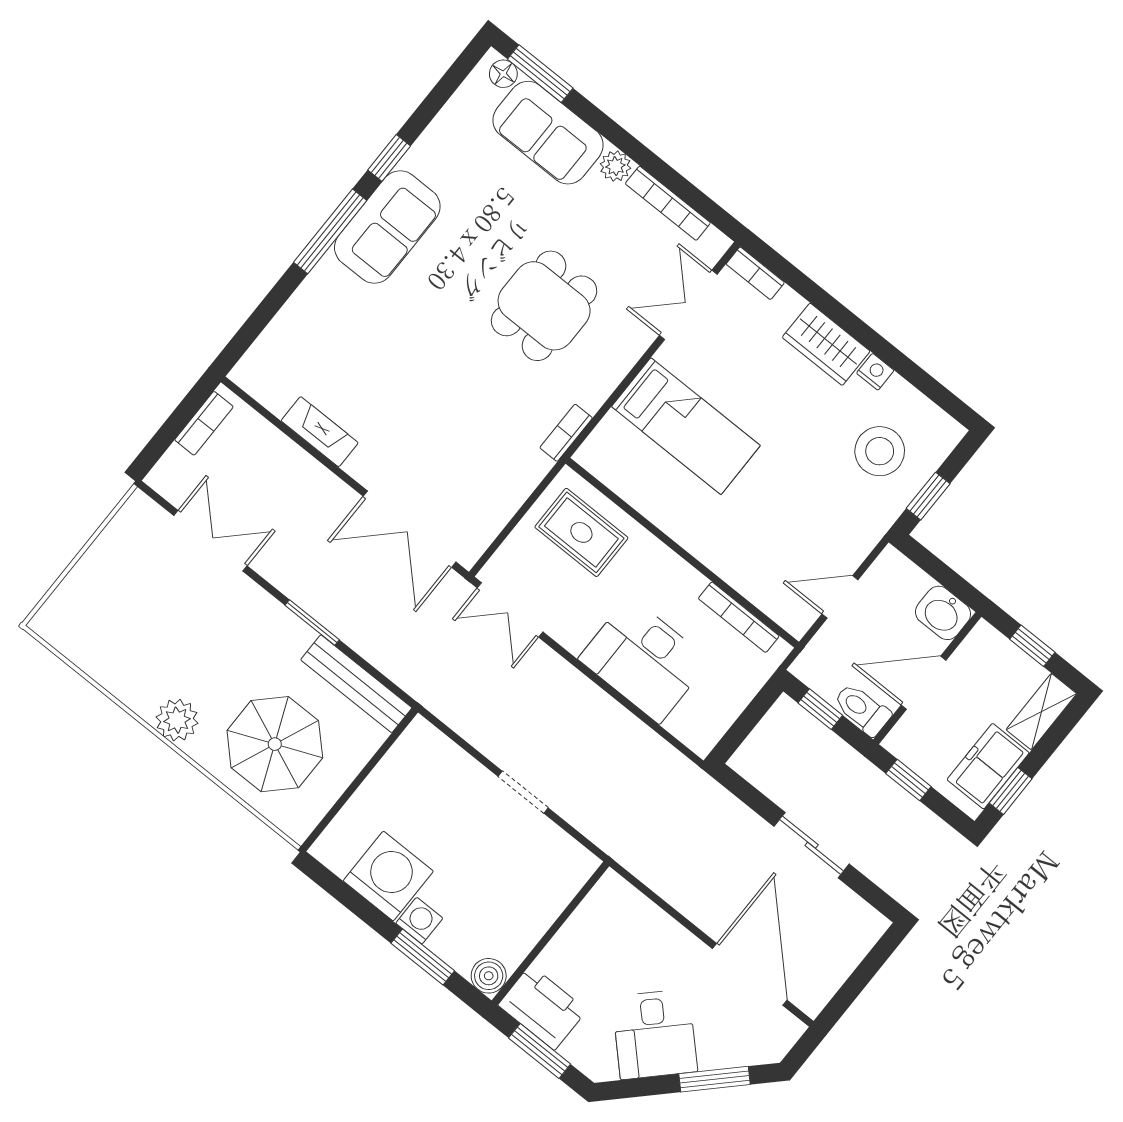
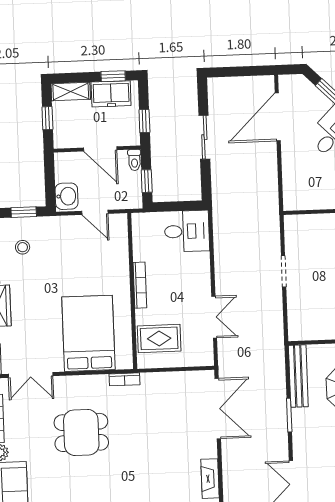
bed: (686, 426) -> (88, 333), width x1.50
stool: (880, 451) -> (23, 247), width x0.53, depth x0.53
rug: (581, 532) -> (159, 338), turned 90
double door: (510, 610) -> (214, 317), moved
washbasin: (943, 613) -> (67, 196), moved
bookcase: (739, 617) -> (140, 285), moved
desk: (644, 660) -> (187, 231), moved, width x0.73
toilet: (862, 709) -> (134, 160), width x0.73, depth x0.72

